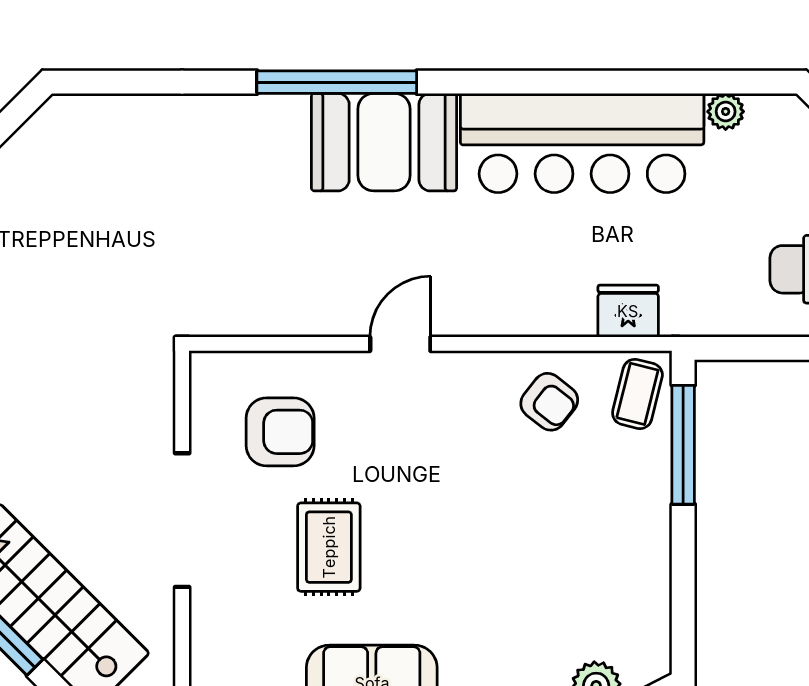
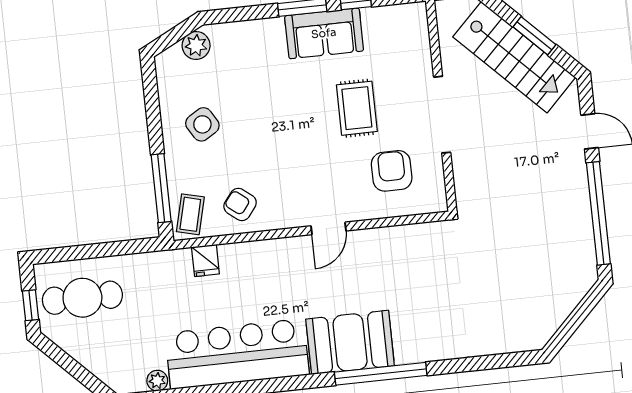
fridge: (628, 311) -> (205, 260), width x0.72
armchair: (280, 432) -> (392, 171), turned 90
side table: (600, 548) -> (202, 124), added

